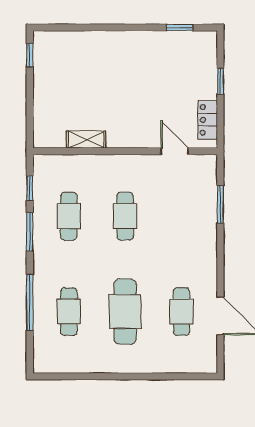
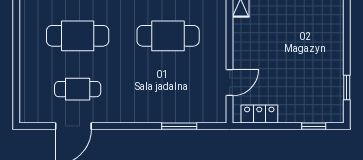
window: (220, 81) -> (314, 126), moved
cafe table: (125, 216) -> (168, 36), width x1.37, depth x1.35

